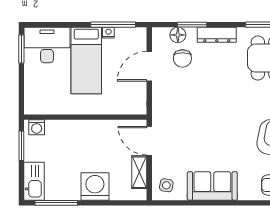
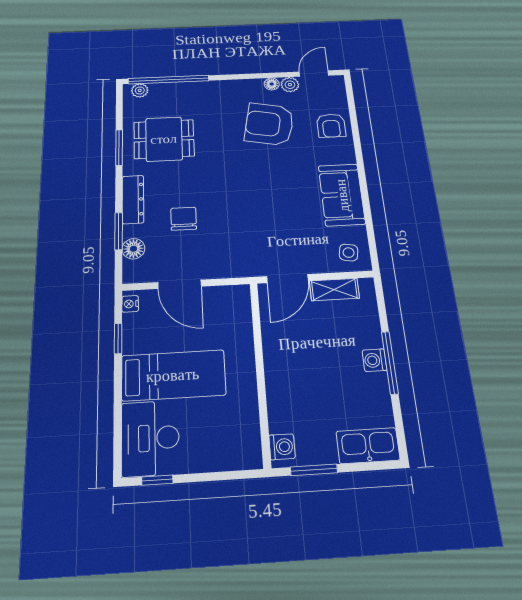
window: (113, 25) -> (118, 338), width x0.46
nightstand: (108, 33) -> (130, 304), moved
window: (21, 49) -> (157, 480), width x0.67
chair: (182, 58) -> (184, 219), moved, turned -90
washing machine: (95, 186) -> (375, 360), width x0.53, depth x0.53
window: (56, 203) -> (390, 363), moved

